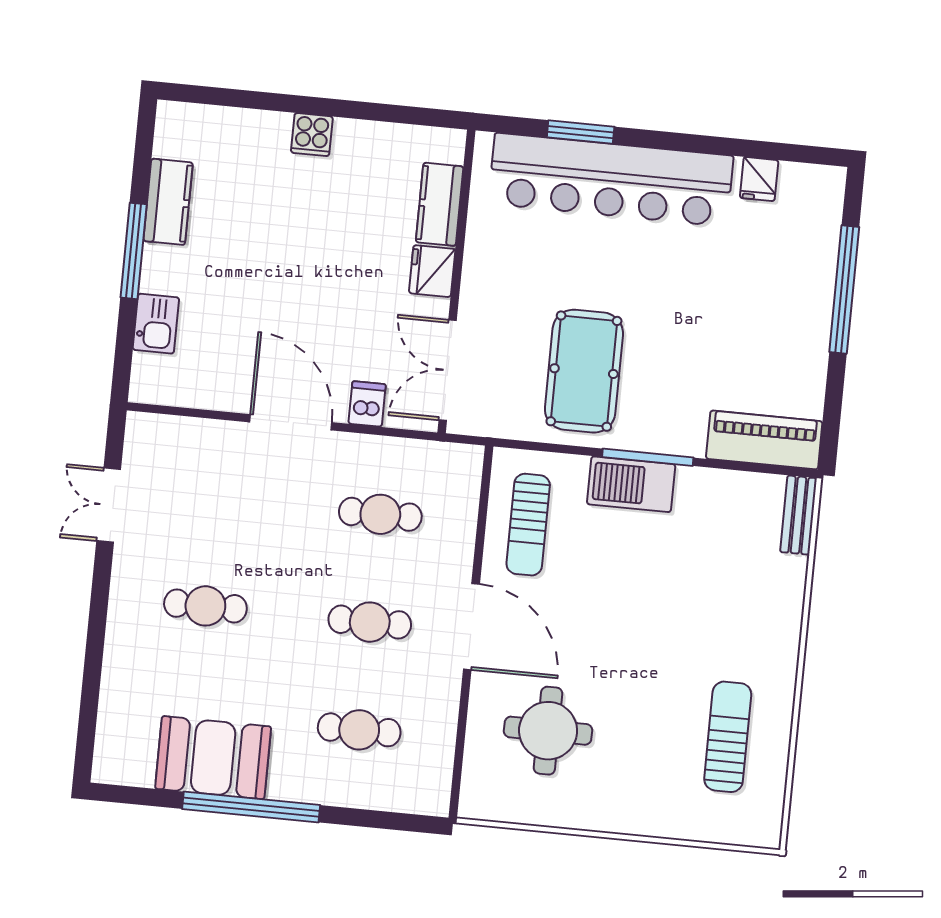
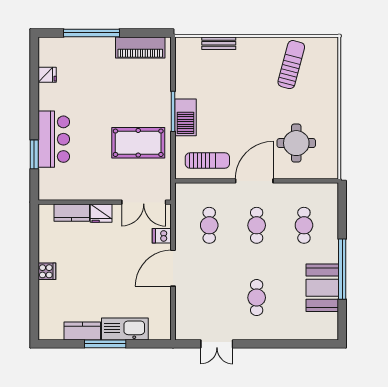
bar counter: (611, 180) -> (54, 139), width x0.54
kitchen sink: (156, 324) -> (125, 329), width x1.88, depth x1.24
piano: (764, 440) -> (140, 47), moved, turned -90
bench: (798, 515) -> (219, 43), moved
sun lounger: (728, 737) -> (291, 65), turned 105

